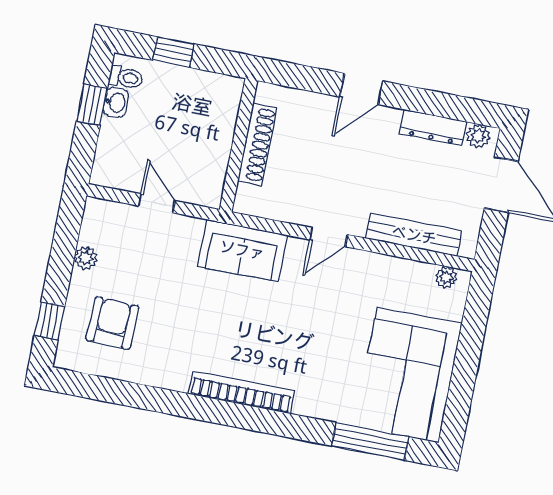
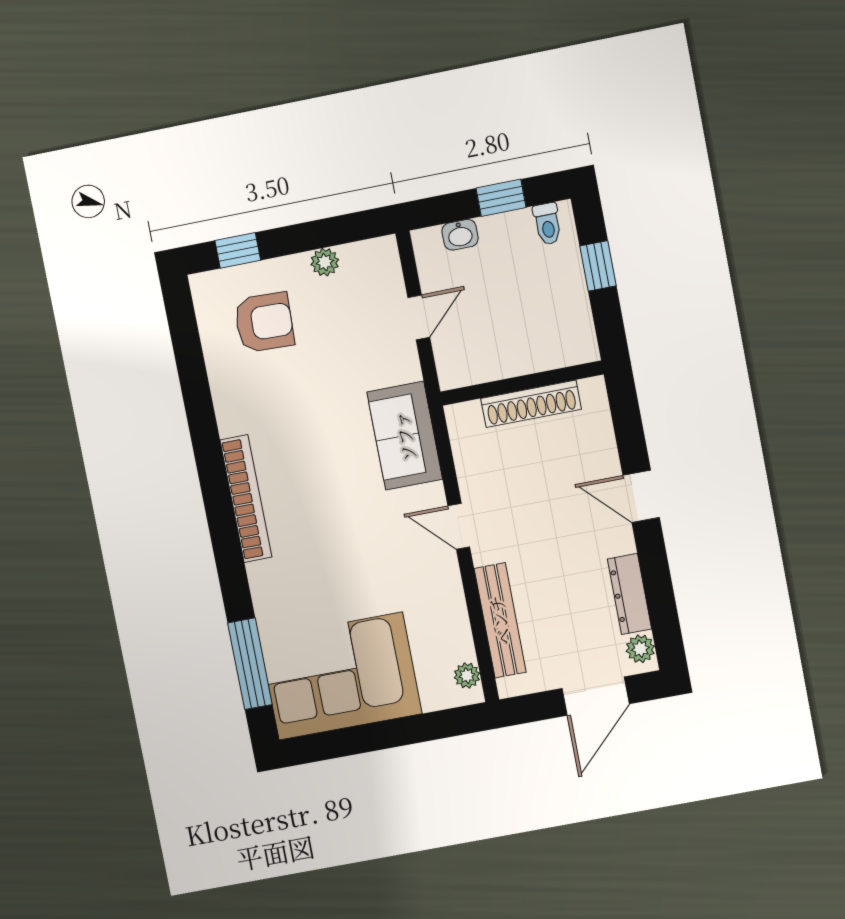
washbasin: (116, 102) -> (460, 235), moved

